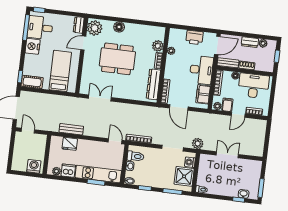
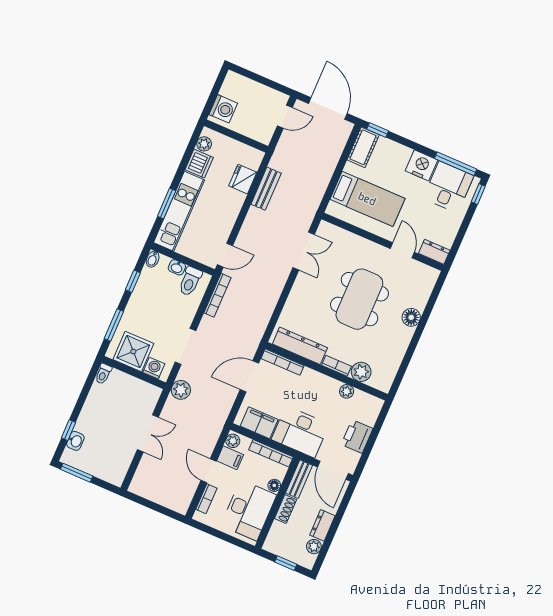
plant: (95, 28) -> (421, 277), removed

